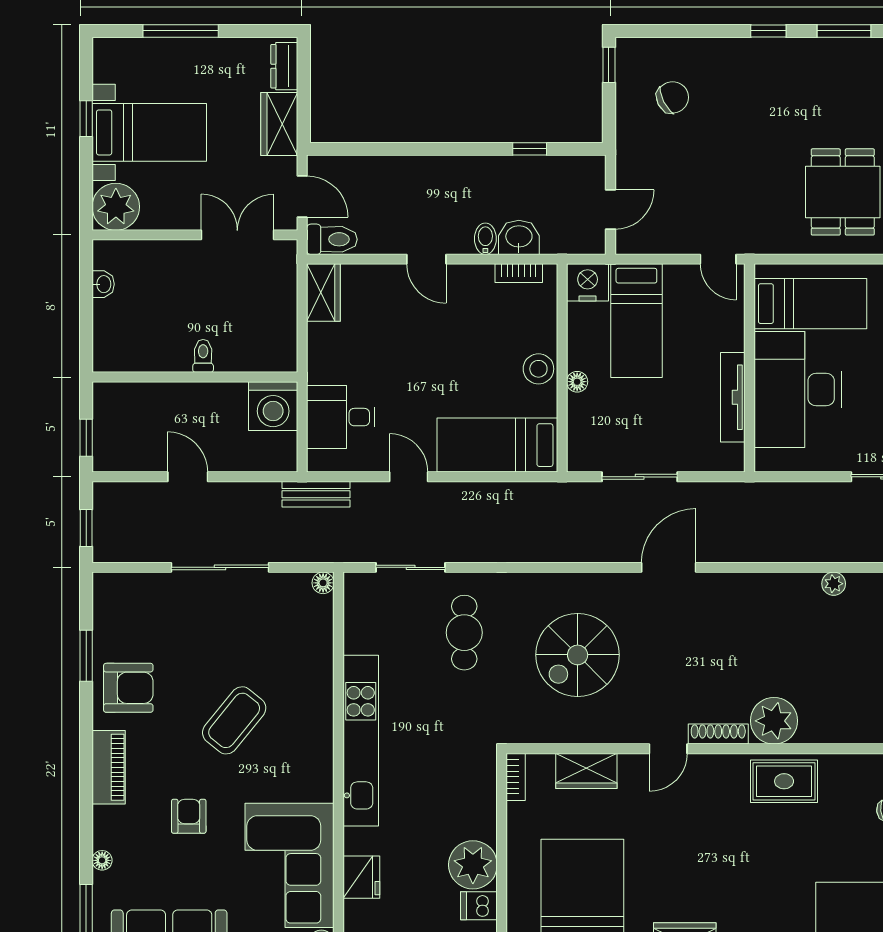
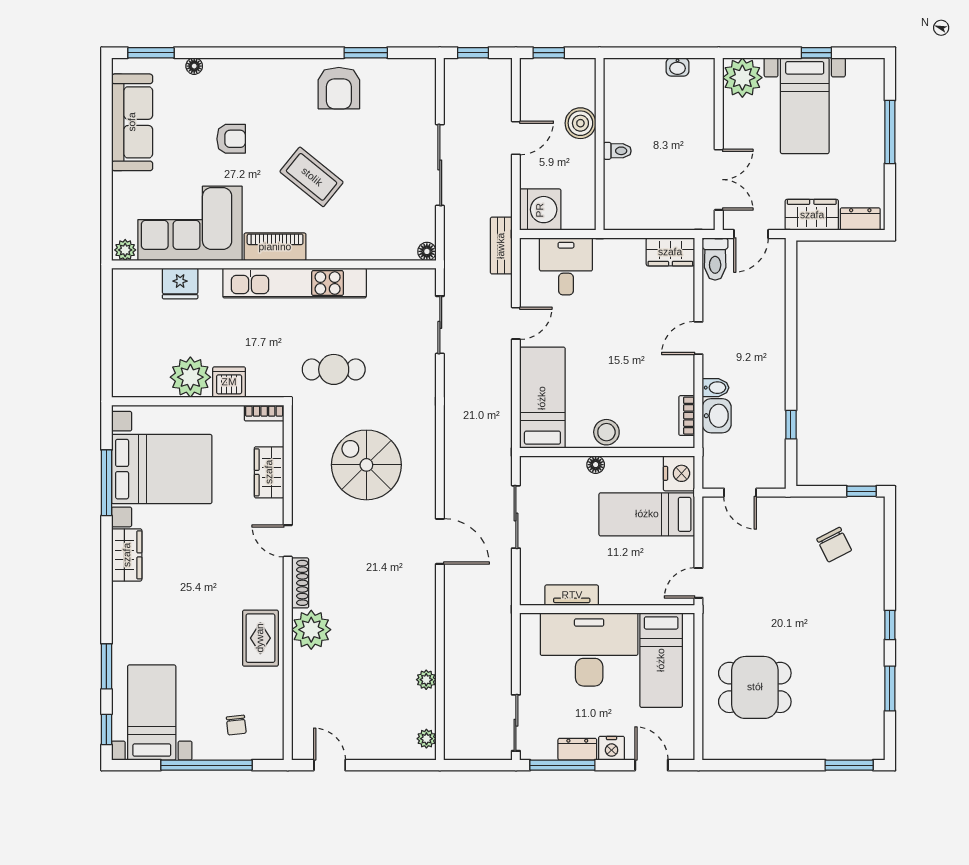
tv unit: (733, 397) -> (572, 595), width x0.71
boiler: (170, 400) -> (580, 123), added
washing machine: (273, 406) -> (540, 210), moved, turned 180
cafe table: (464, 633) -> (334, 369), moved
piano: (109, 767) -> (275, 247), moved, turned 180
dishwasher: (479, 906) -> (229, 382), moved, width x1.38

